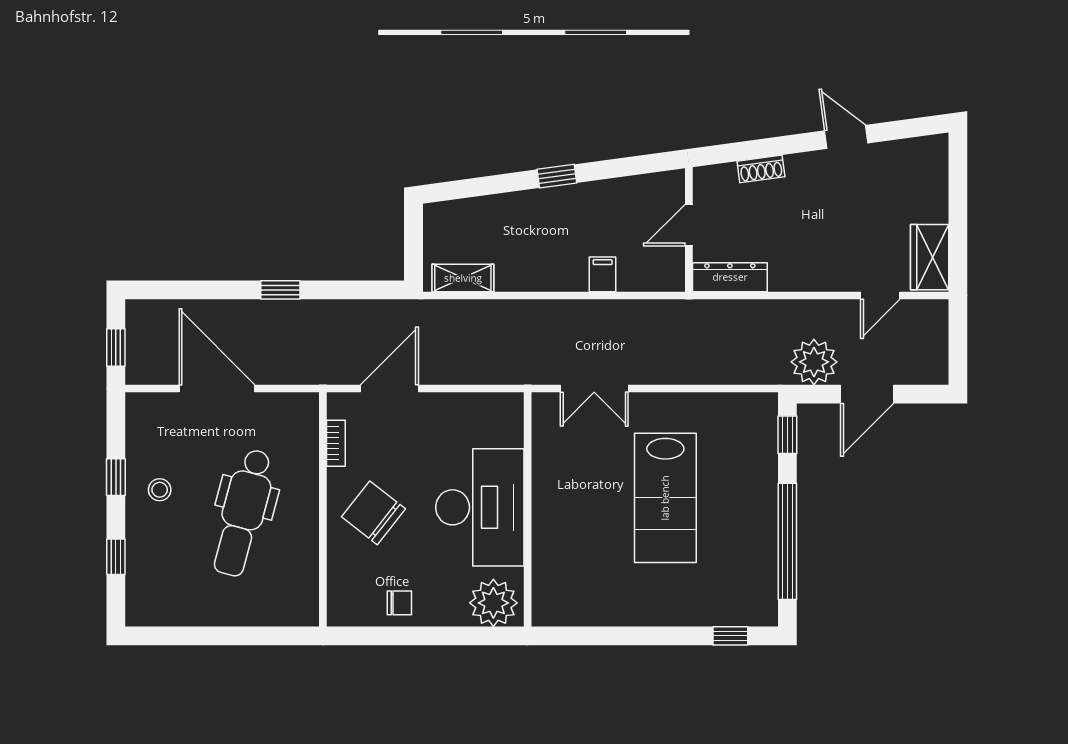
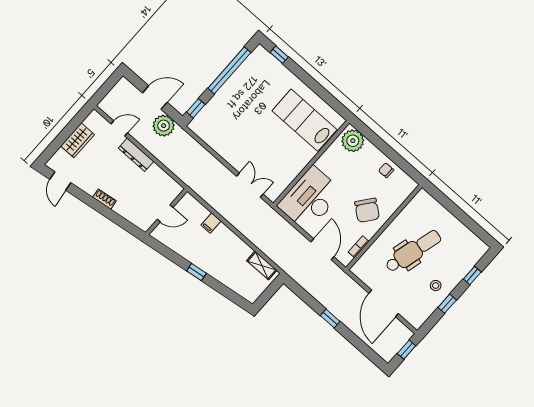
door: (846, 137) -> (60, 181), moved
shoe rack: (761, 169) -> (105, 199), moved
wardrobe: (930, 257) -> (78, 140), moved
dresser: (730, 277) -> (136, 155), moved
door: (389, 389) -> (322, 249), swing flipped
lab bench: (665, 498) -> (304, 120), moved, turned -90
desk: (480, 507) -> (310, 199), moved

